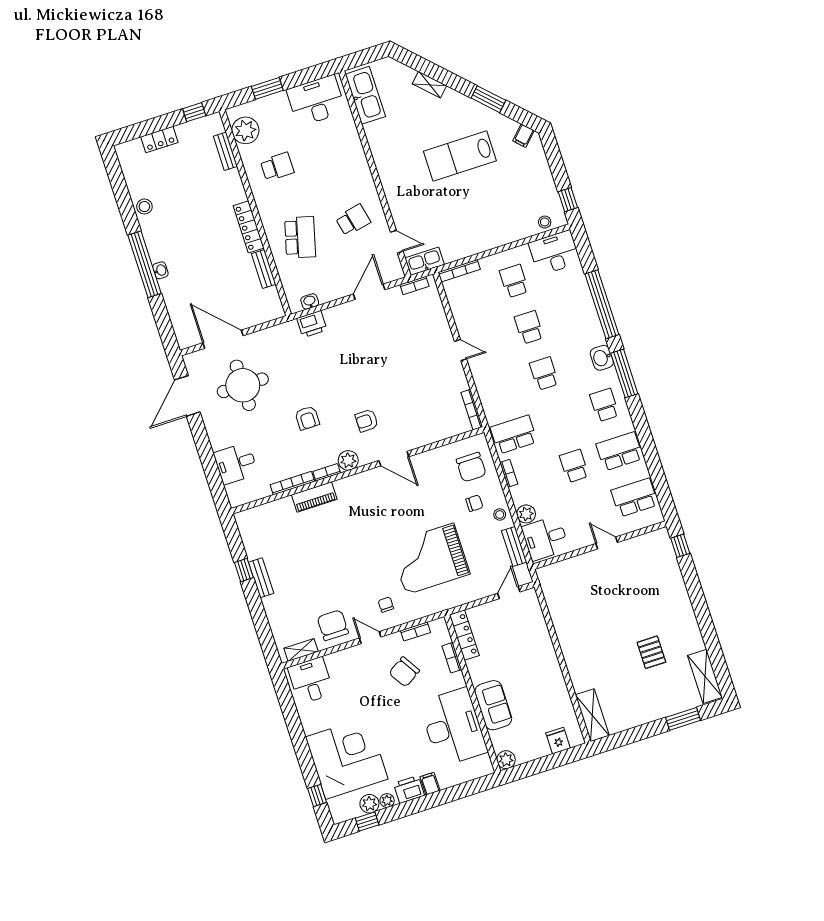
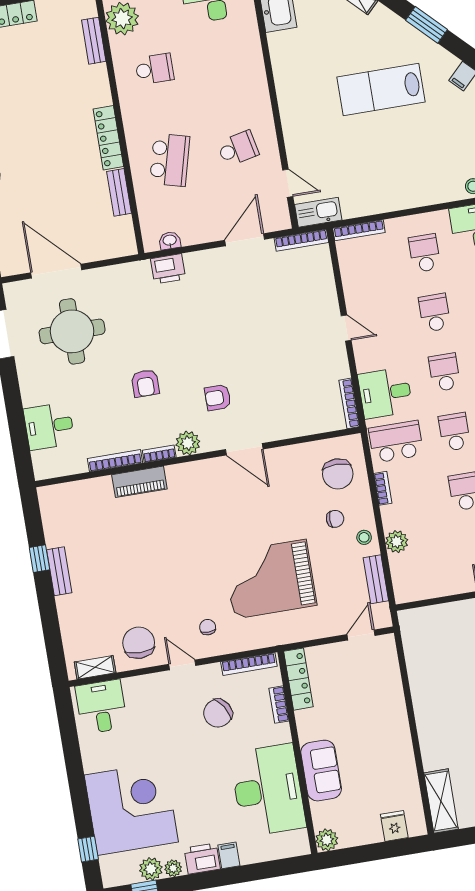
bookcase: (414, 285) -> (301, 240), width x1.56
school desk: (559, 420) -> (454, 432), added
desk: (545, 538) -> (385, 393), moved
bookcase: (416, 631) -> (249, 664), width x1.56

